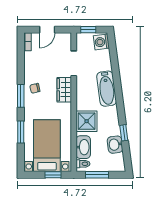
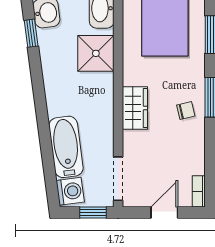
doorway: (74, 63) -> (118, 179), moved
bathtub: (107, 89) -> (66, 147), moved

